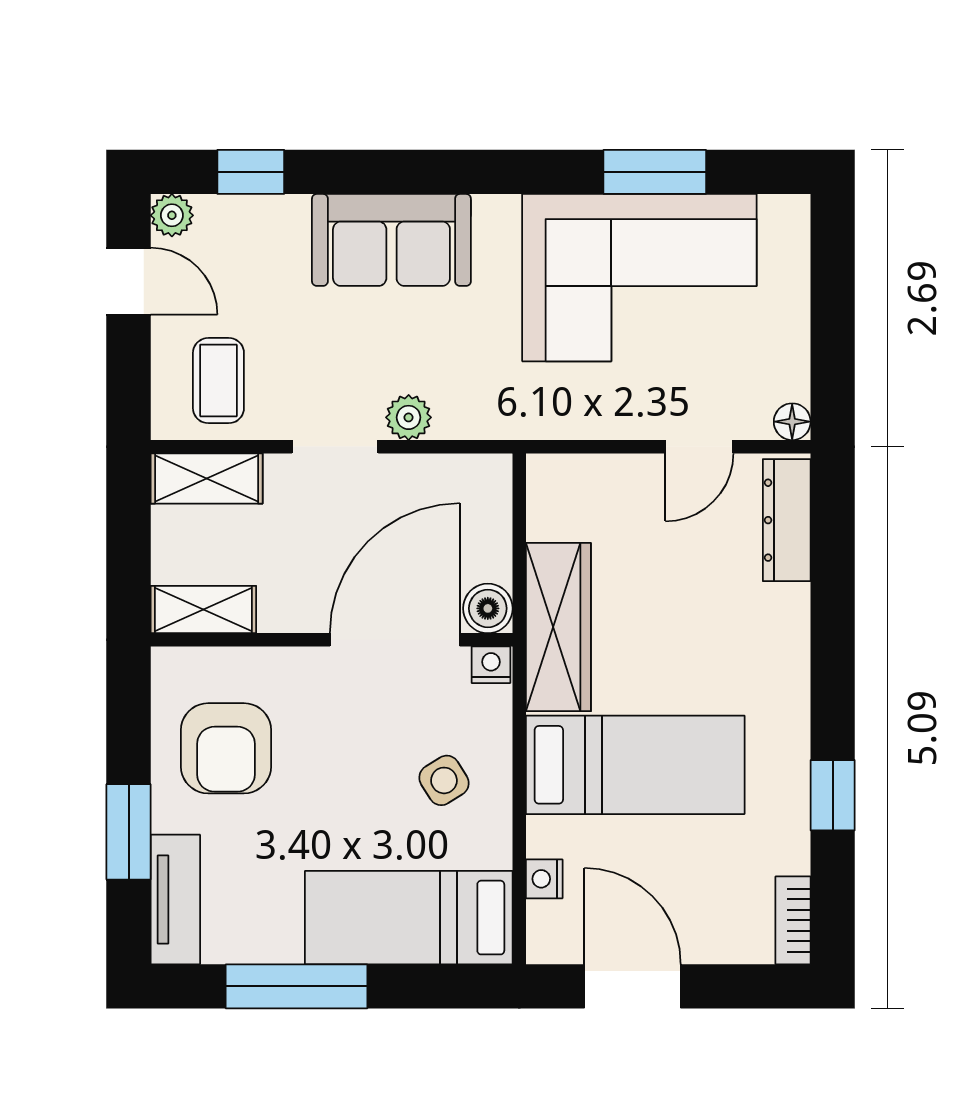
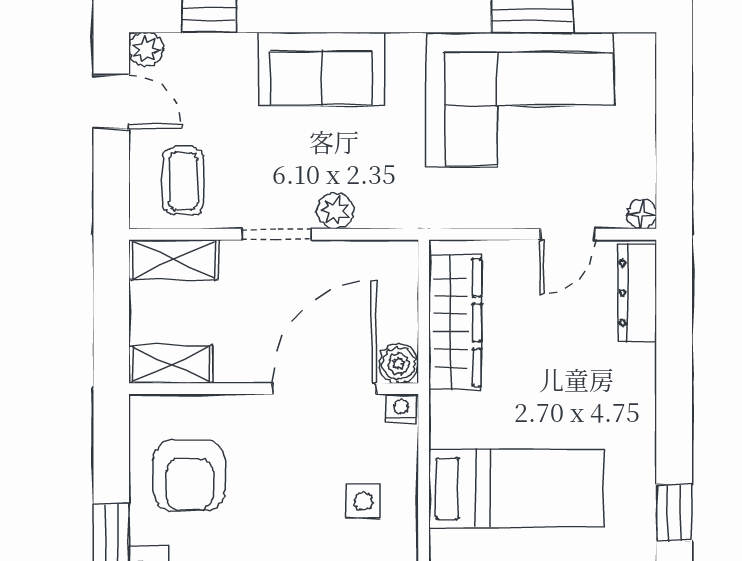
wardrobe: (558, 627) -> (455, 323), moved
side table: (444, 780) -> (363, 501), turned 32

